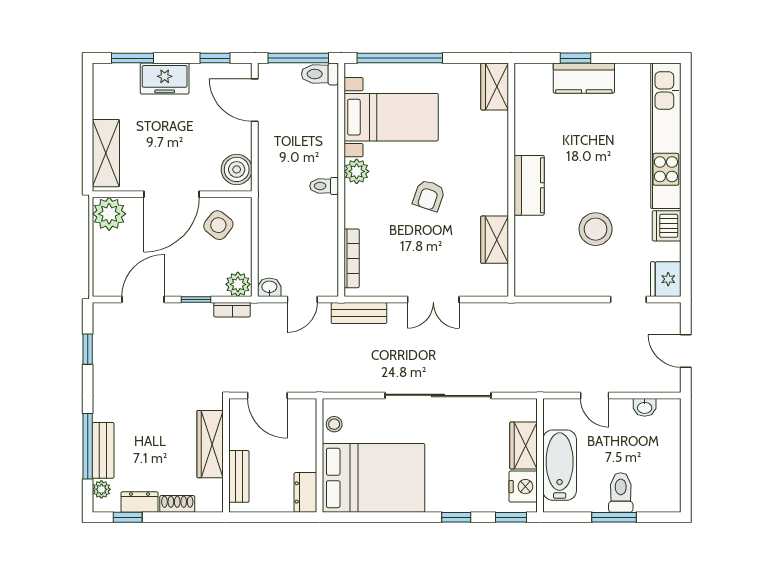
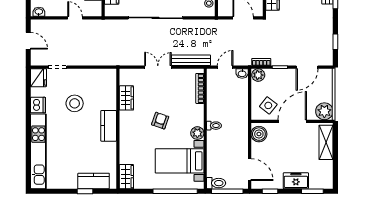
kitchen counter: (584, 78) -> (94, 181), moved
bench: (359, 313) -> (191, 60), width x1.36
washbasin: (645, 407) -> (39, 12), moved

